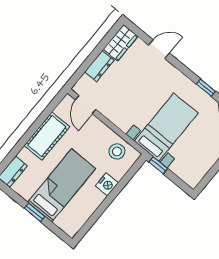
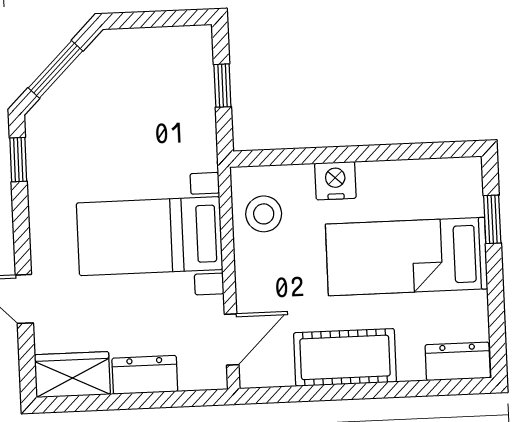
bed with nightstands: (166, 127) -> (150, 236), moved
window: (158, 165) -> (222, 86), moved
window: (35, 213) -> (492, 219), moved

